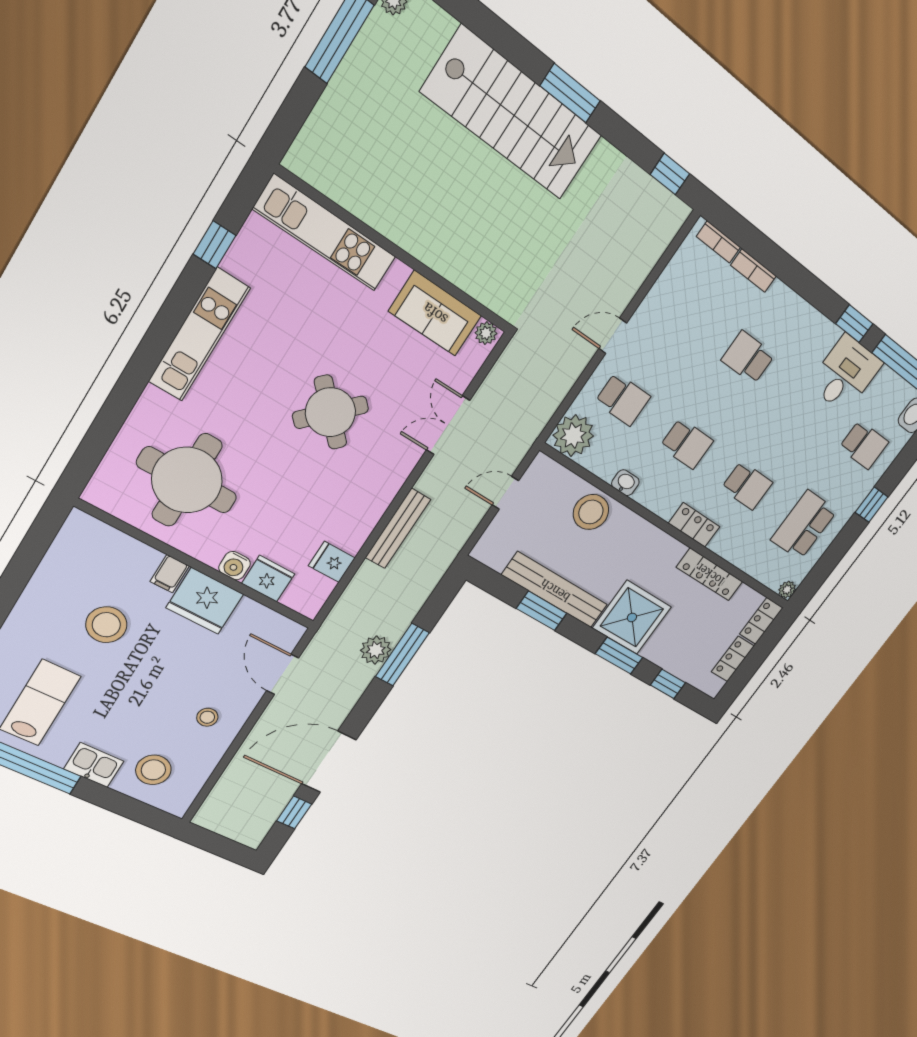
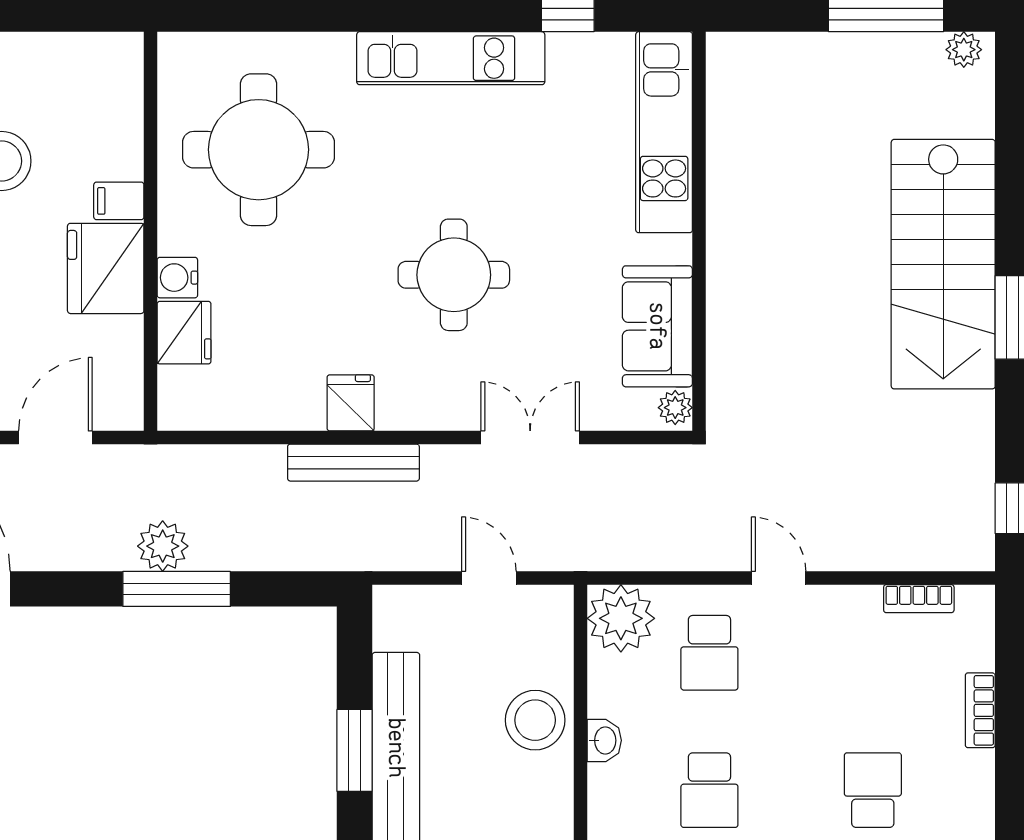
bookcase: (718, 242) -> (919, 599), moved, turned -90
round table: (330, 412) -> (454, 275), turned 45
fridge: (332, 562) -> (351, 403), moved

